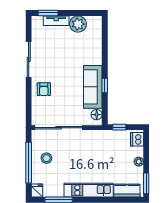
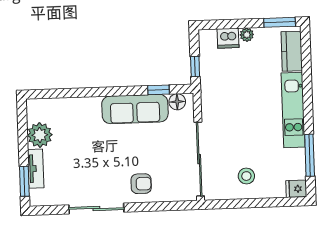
window: (105, 86) -> (159, 90), moved
dishwasher: (137, 139) -> (228, 38), moved
window: (29, 163) -> (254, 203), removed

